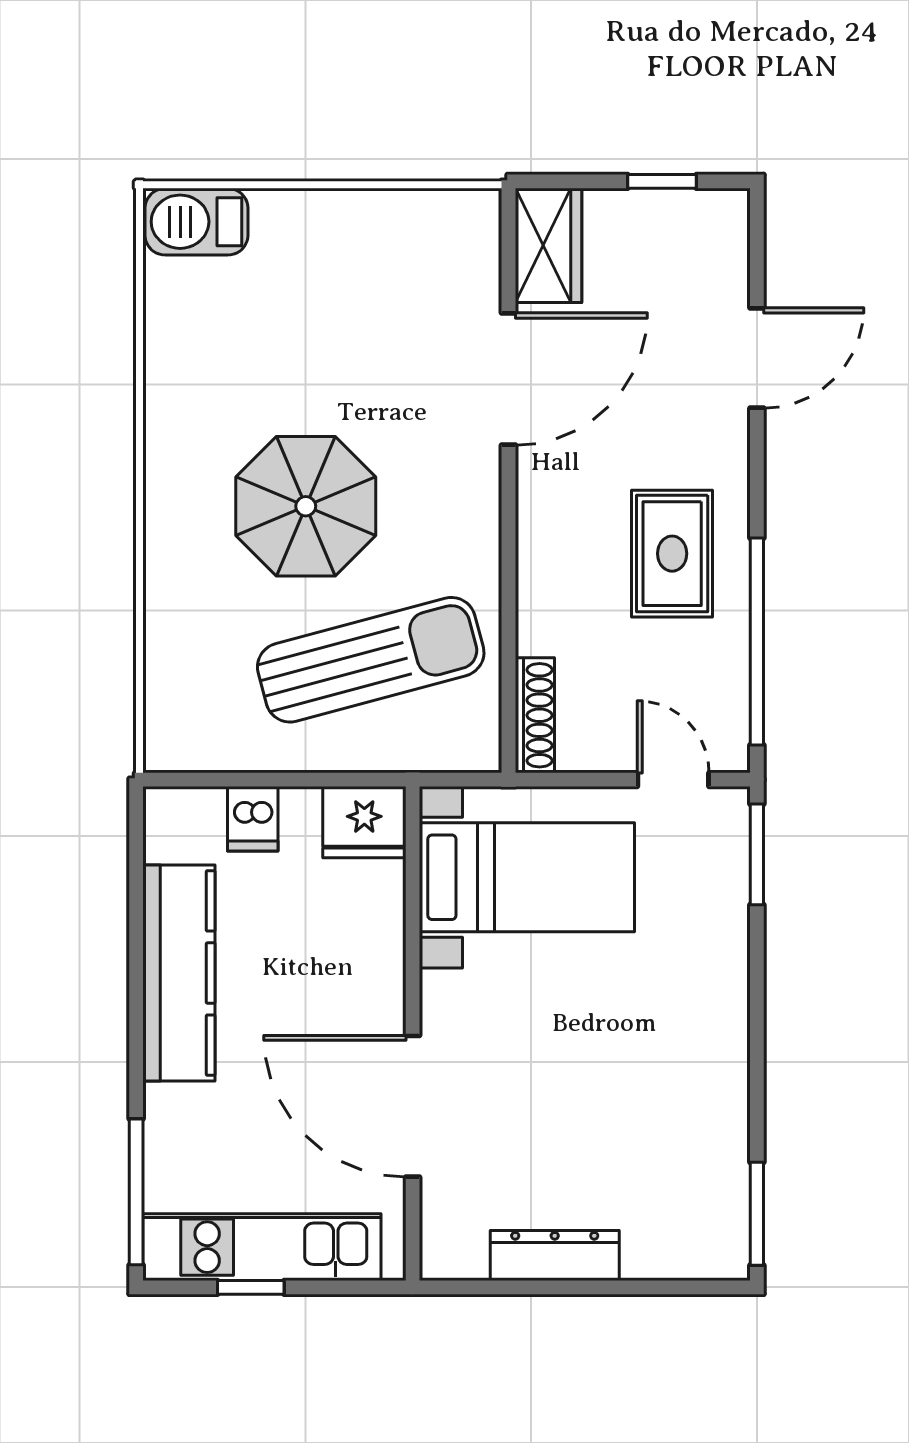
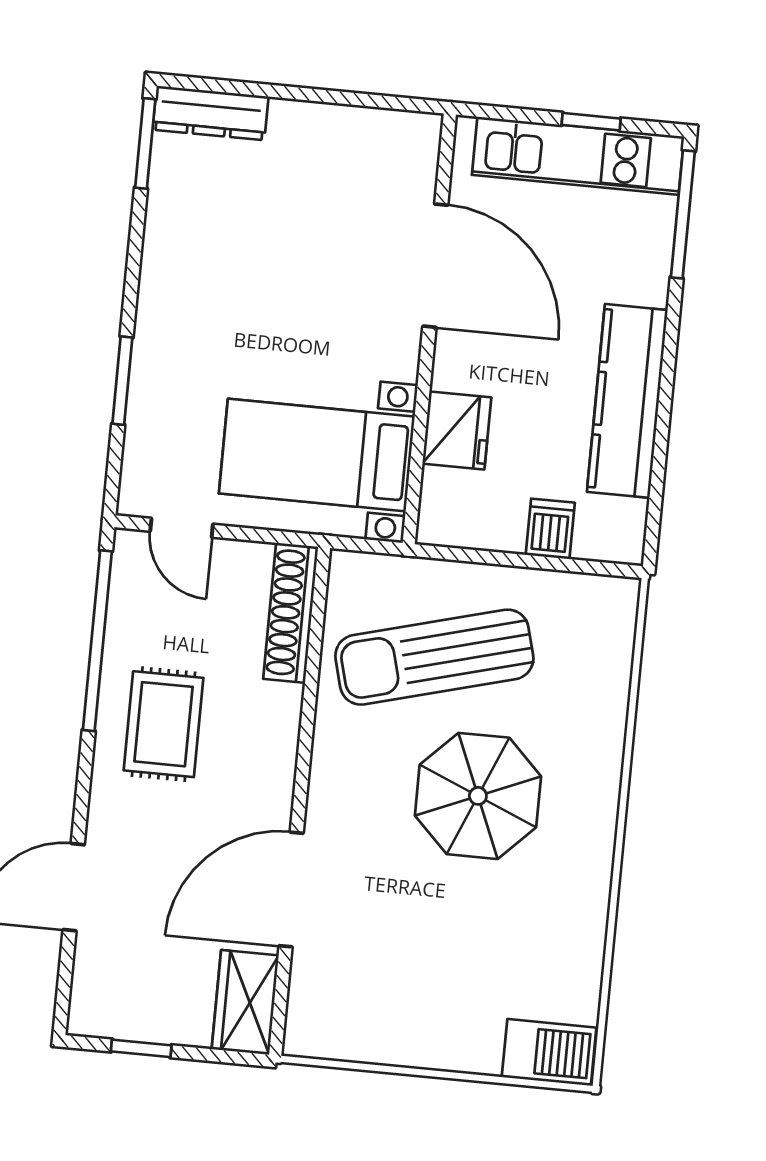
shoe rack: (535, 715) -> (291, 613), width x1.36, depth x1.24
fridge: (364, 822) -> (457, 431), moved, turned 90
window: (757, 854) -> (122, 381), moved
dresser: (555, 1255) -> (211, 113), moved

